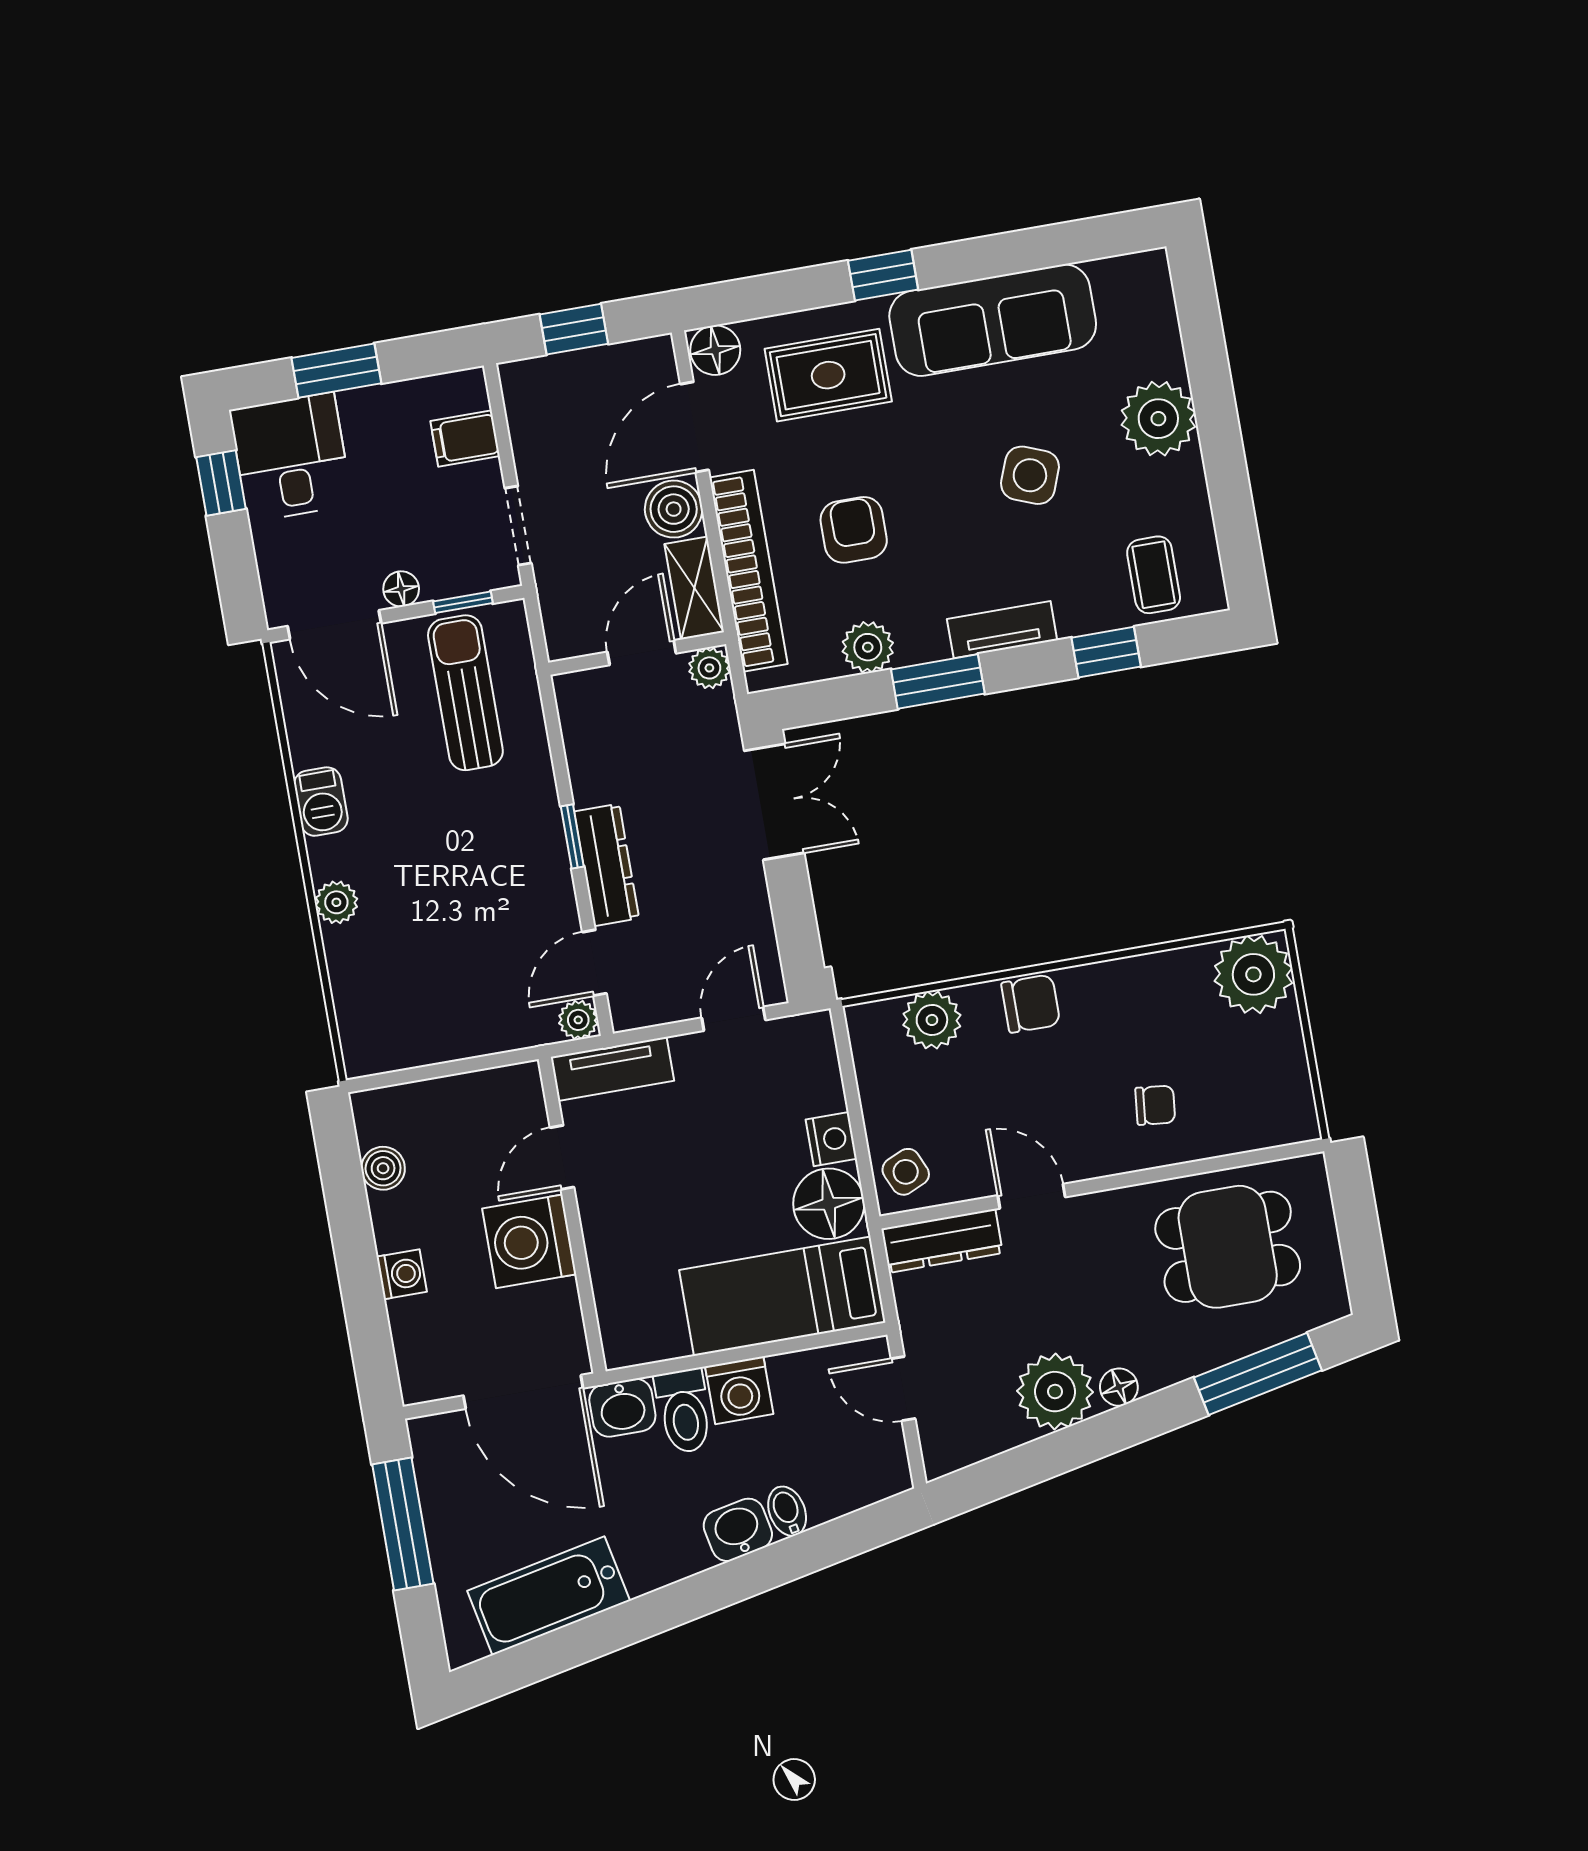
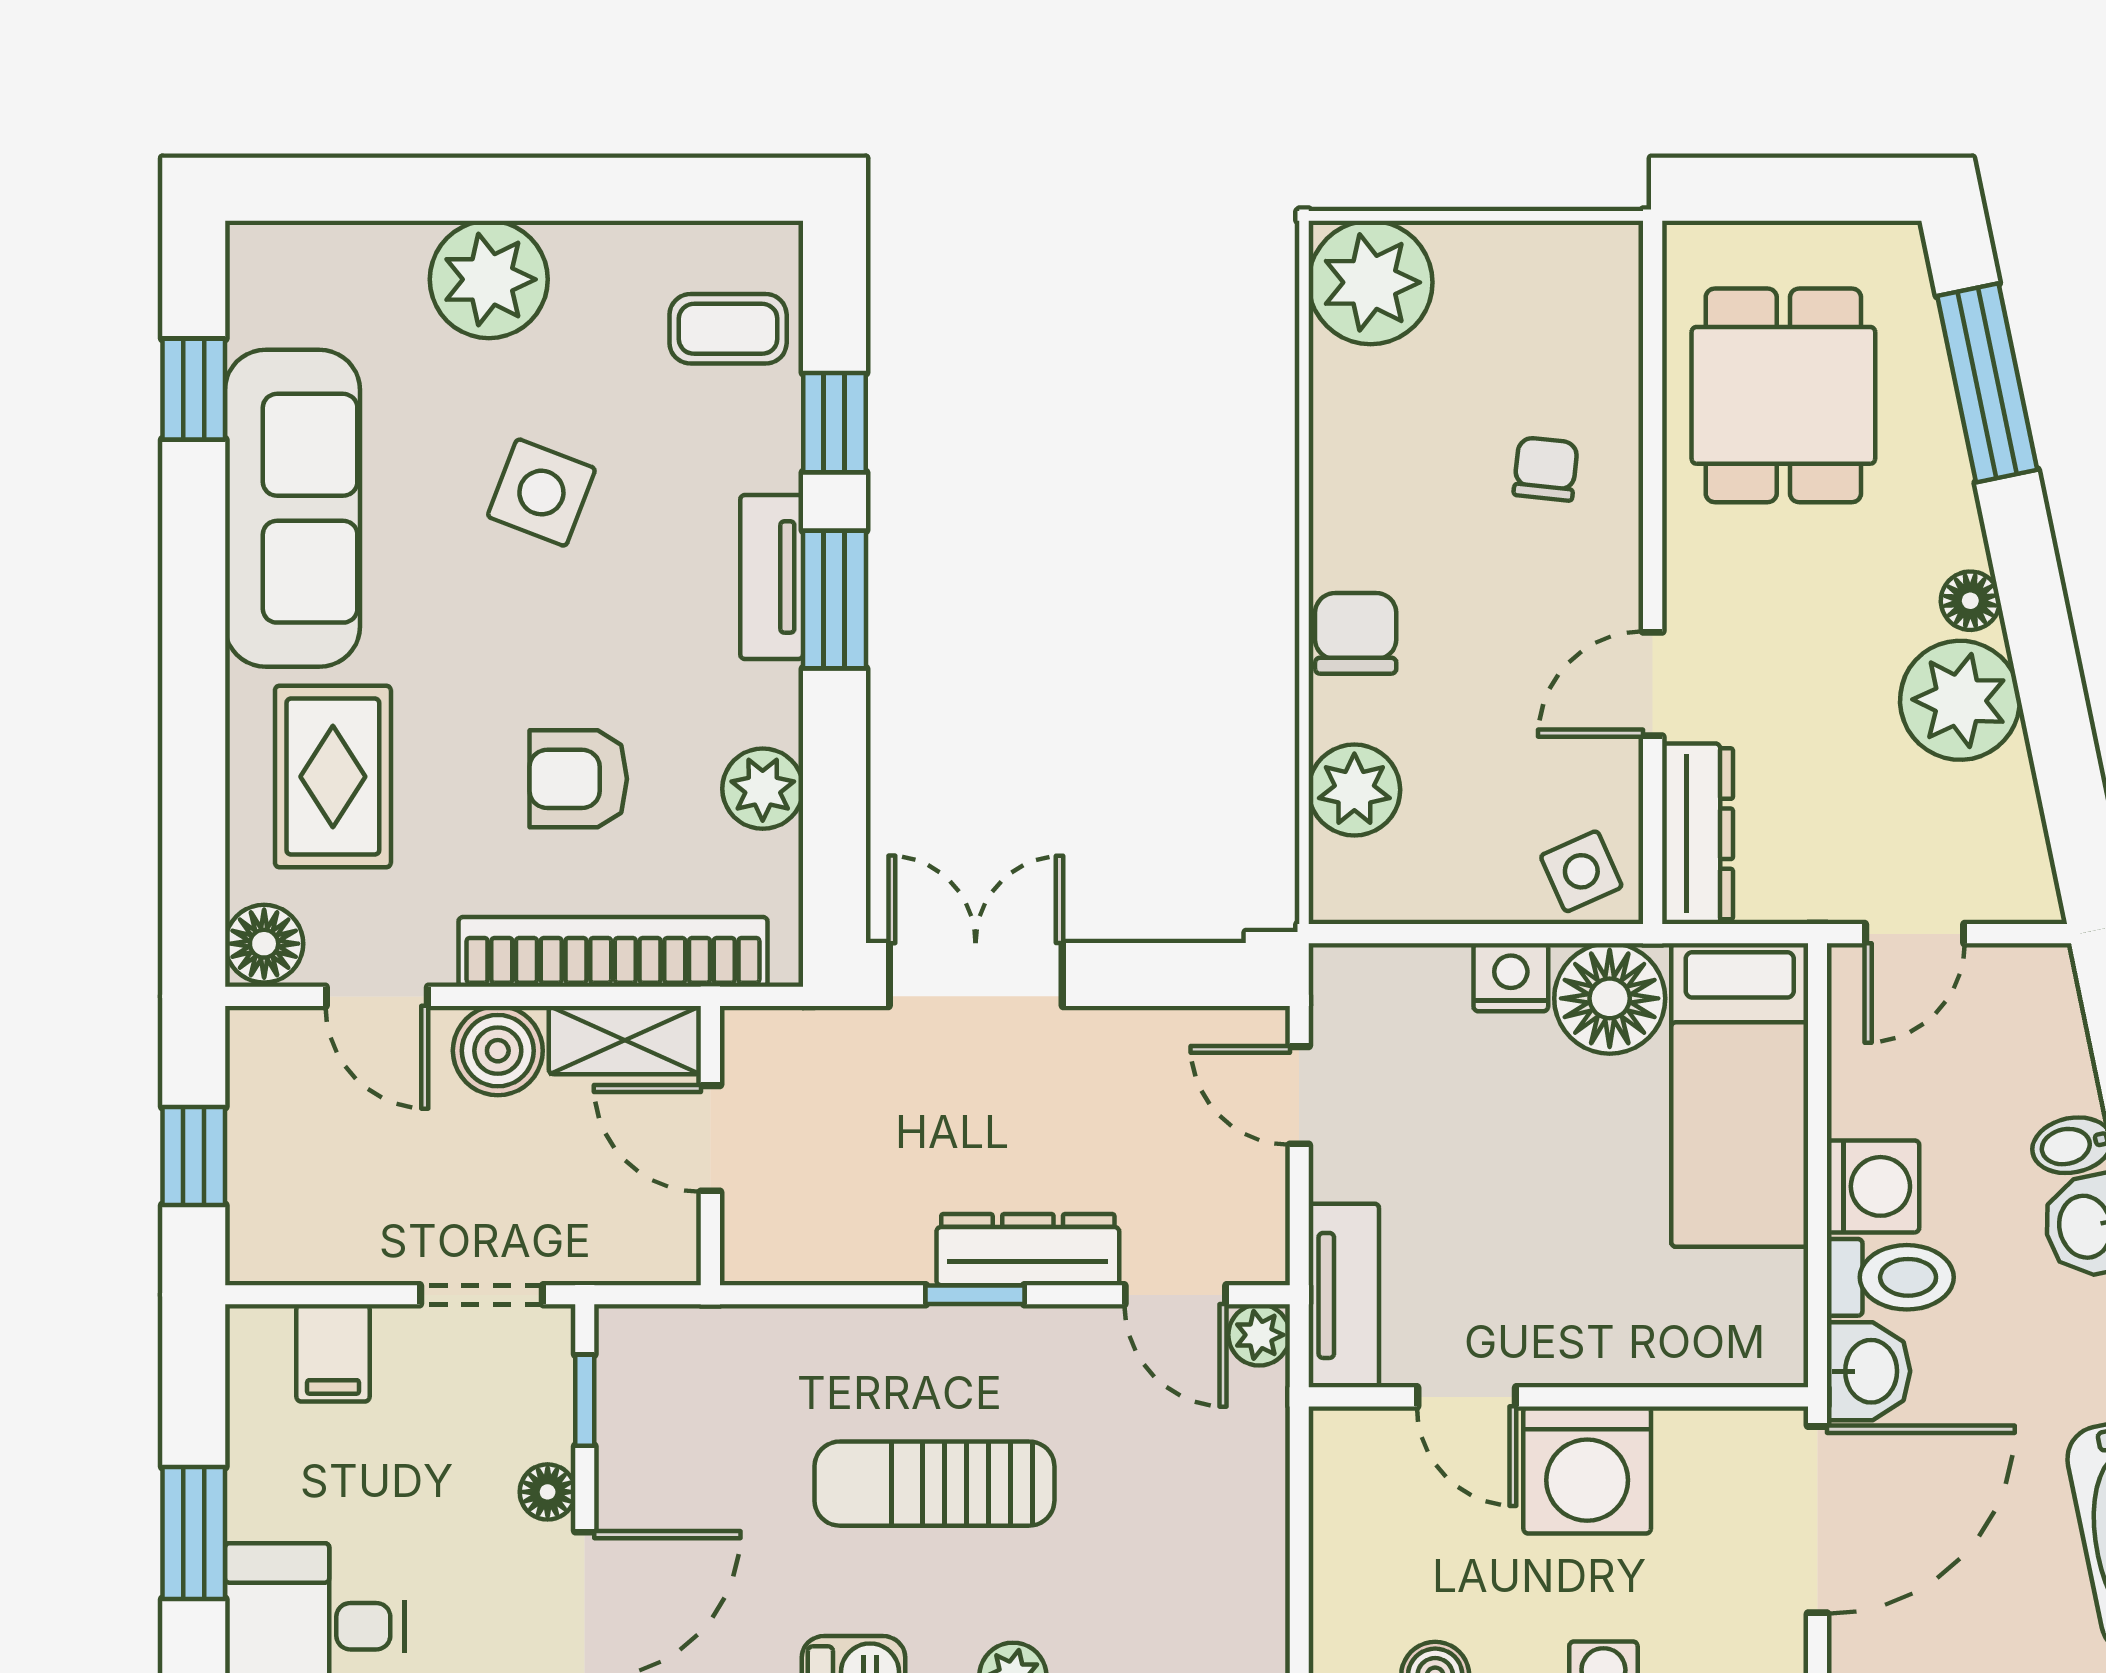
window: (883, 275) -> (194, 389), moved
door: (694, 427) -> (377, 996), width x0.73
plant: (709, 668) -> (752, 1038), removed
window: (938, 681) -> (834, 600), moved
sun lounger: (465, 693) -> (934, 1484), moved

